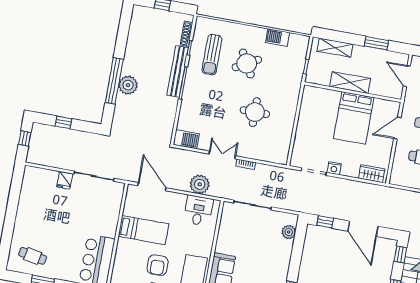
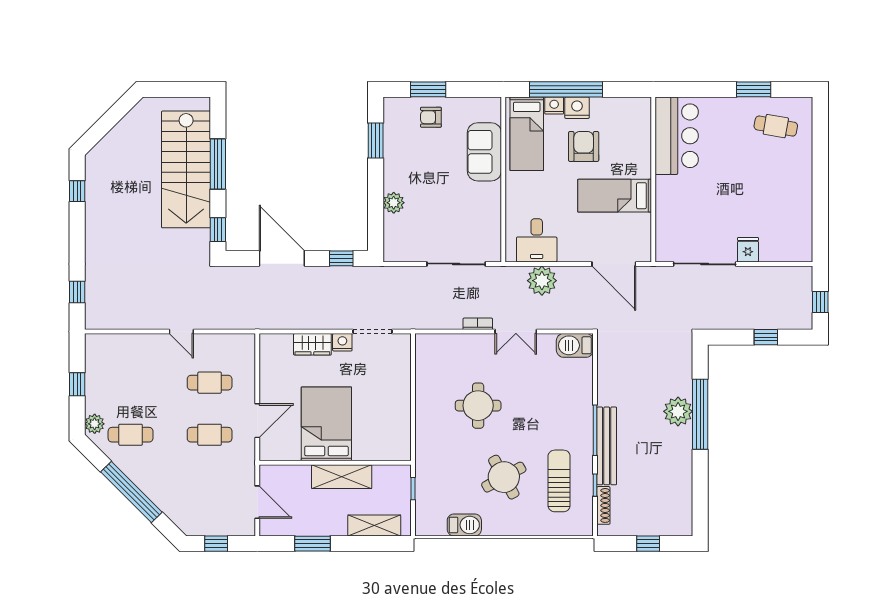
wardrobe: (372, 174) -> (312, 344), moved
plant: (289, 232) -> (394, 203), moved

